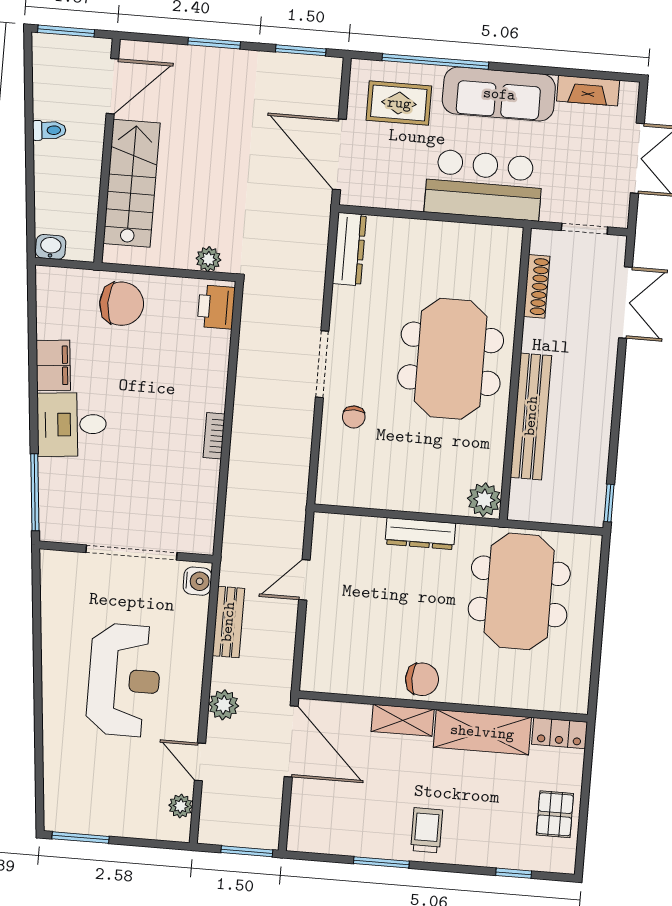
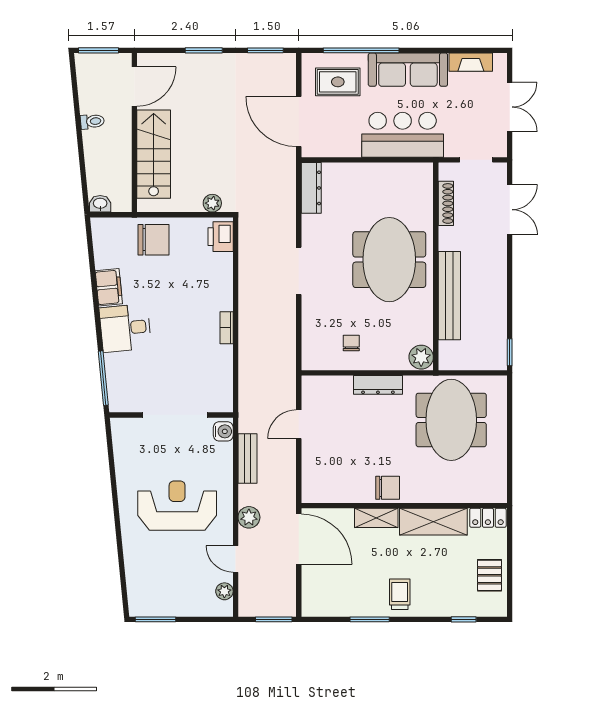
chair: (354, 417) -> (351, 343), moved, turned 180
reception desk: (124, 680) -> (177, 506), turned -90

